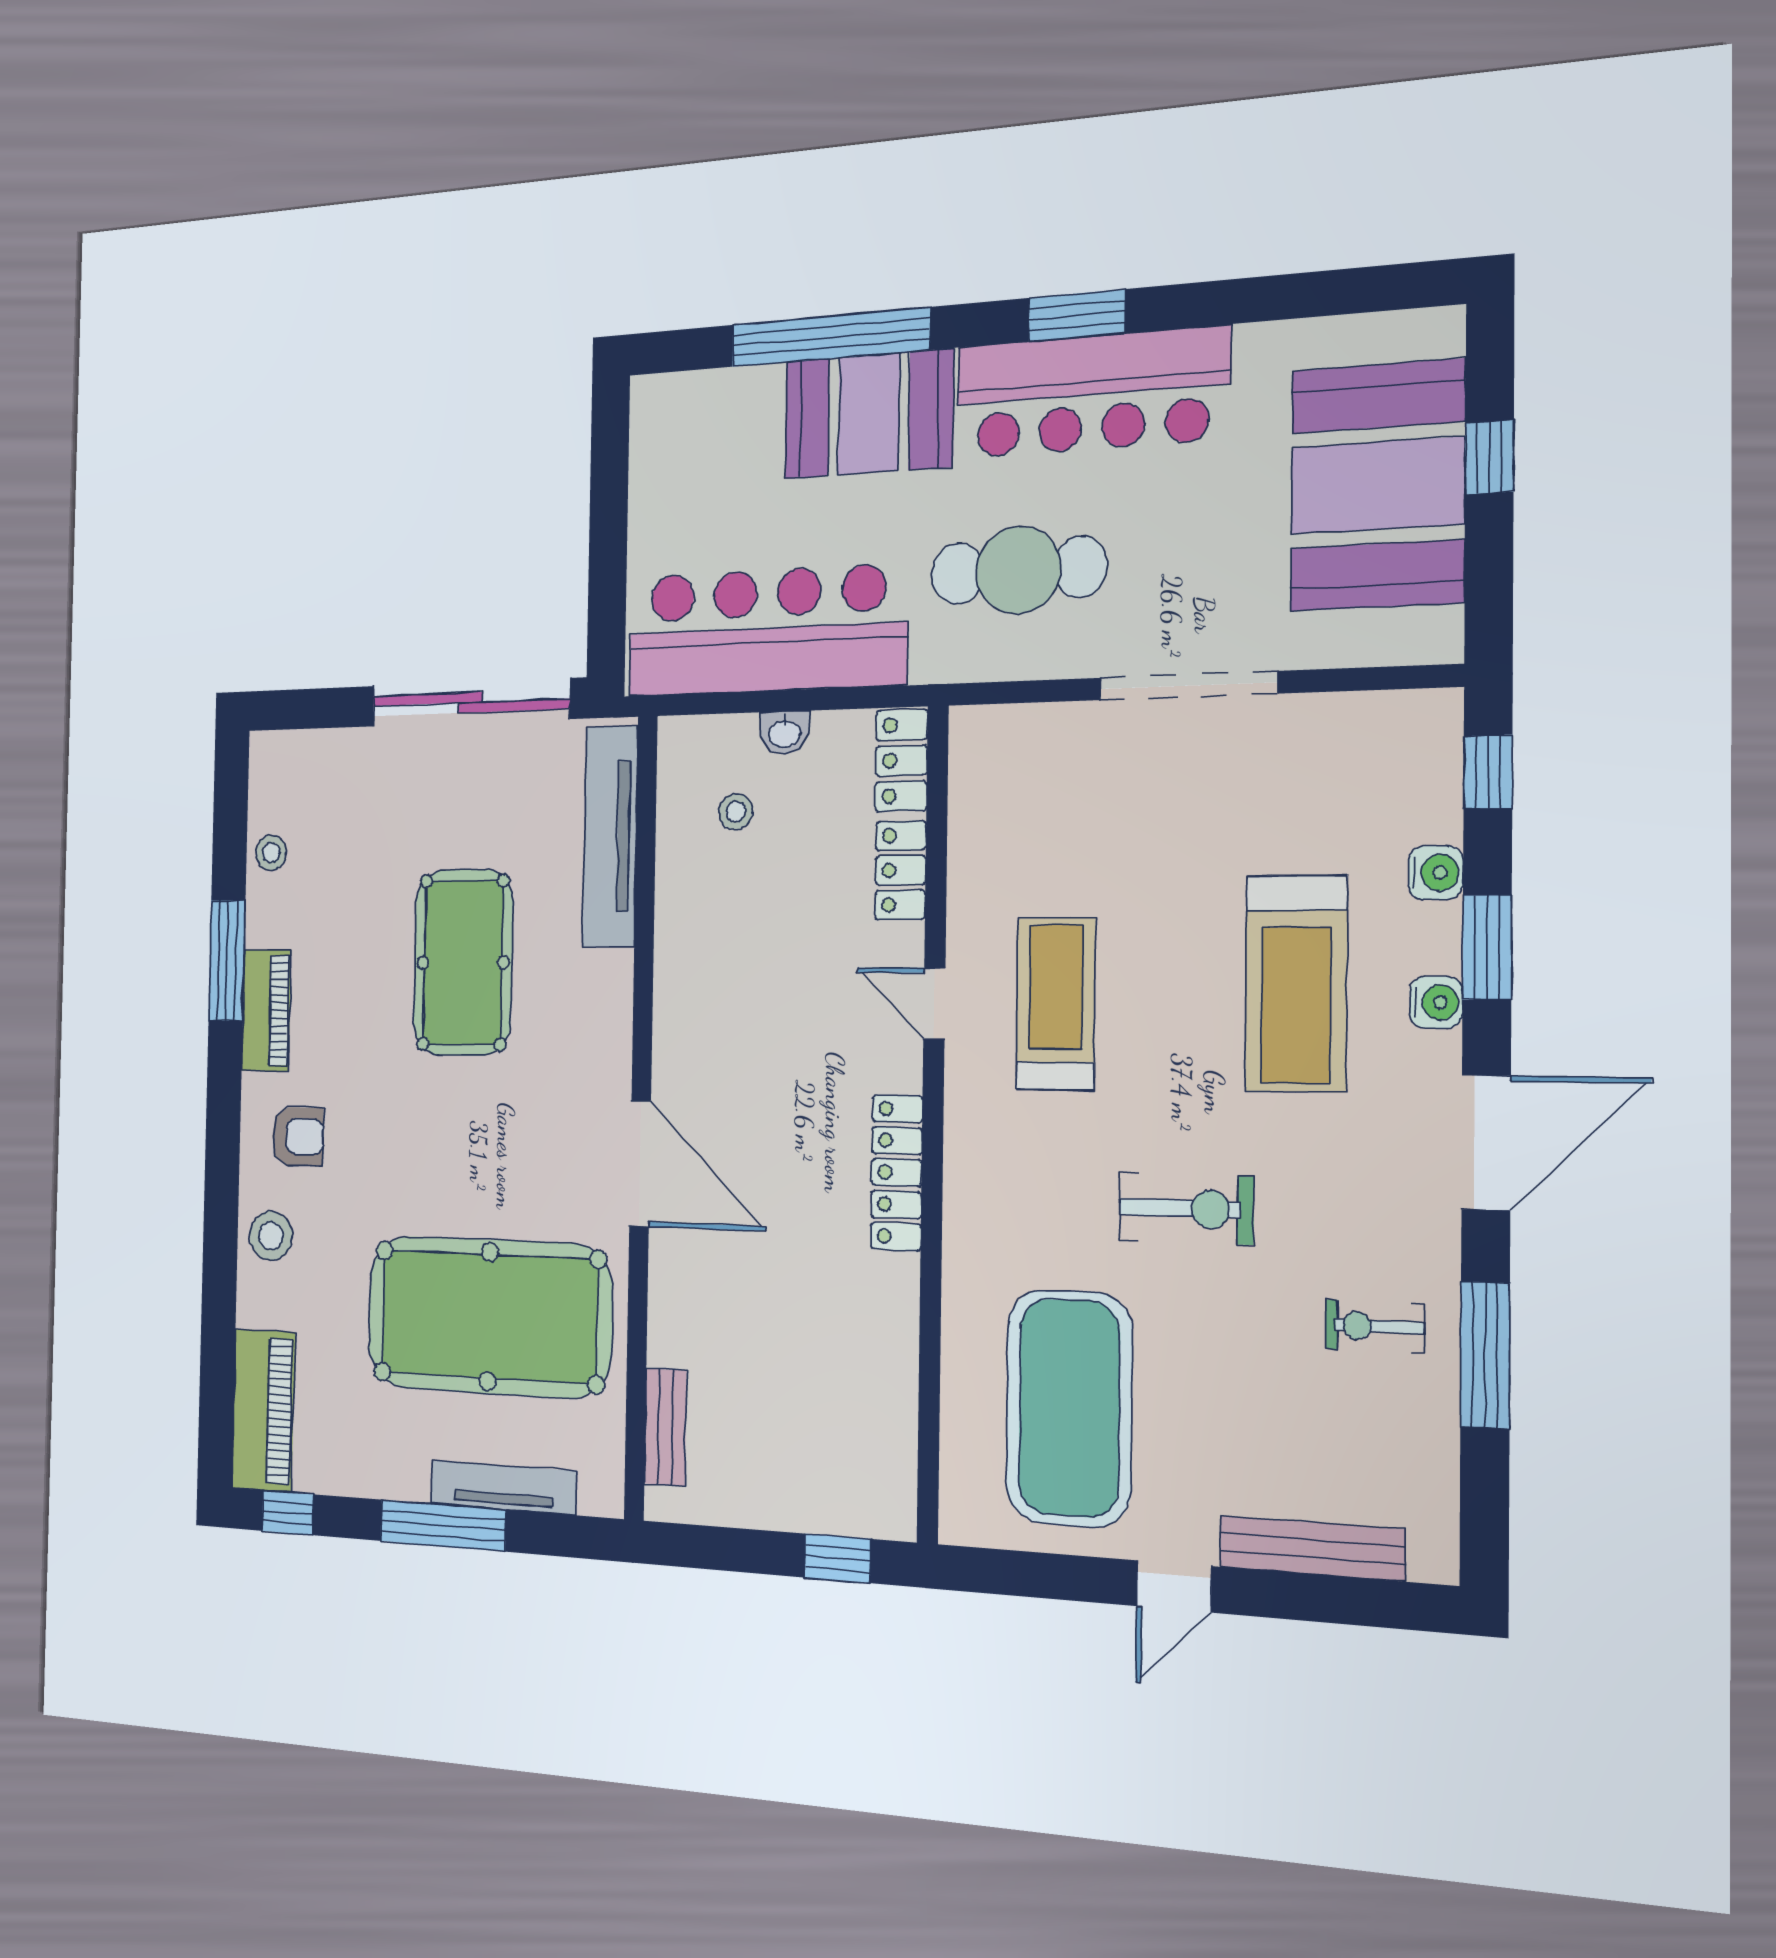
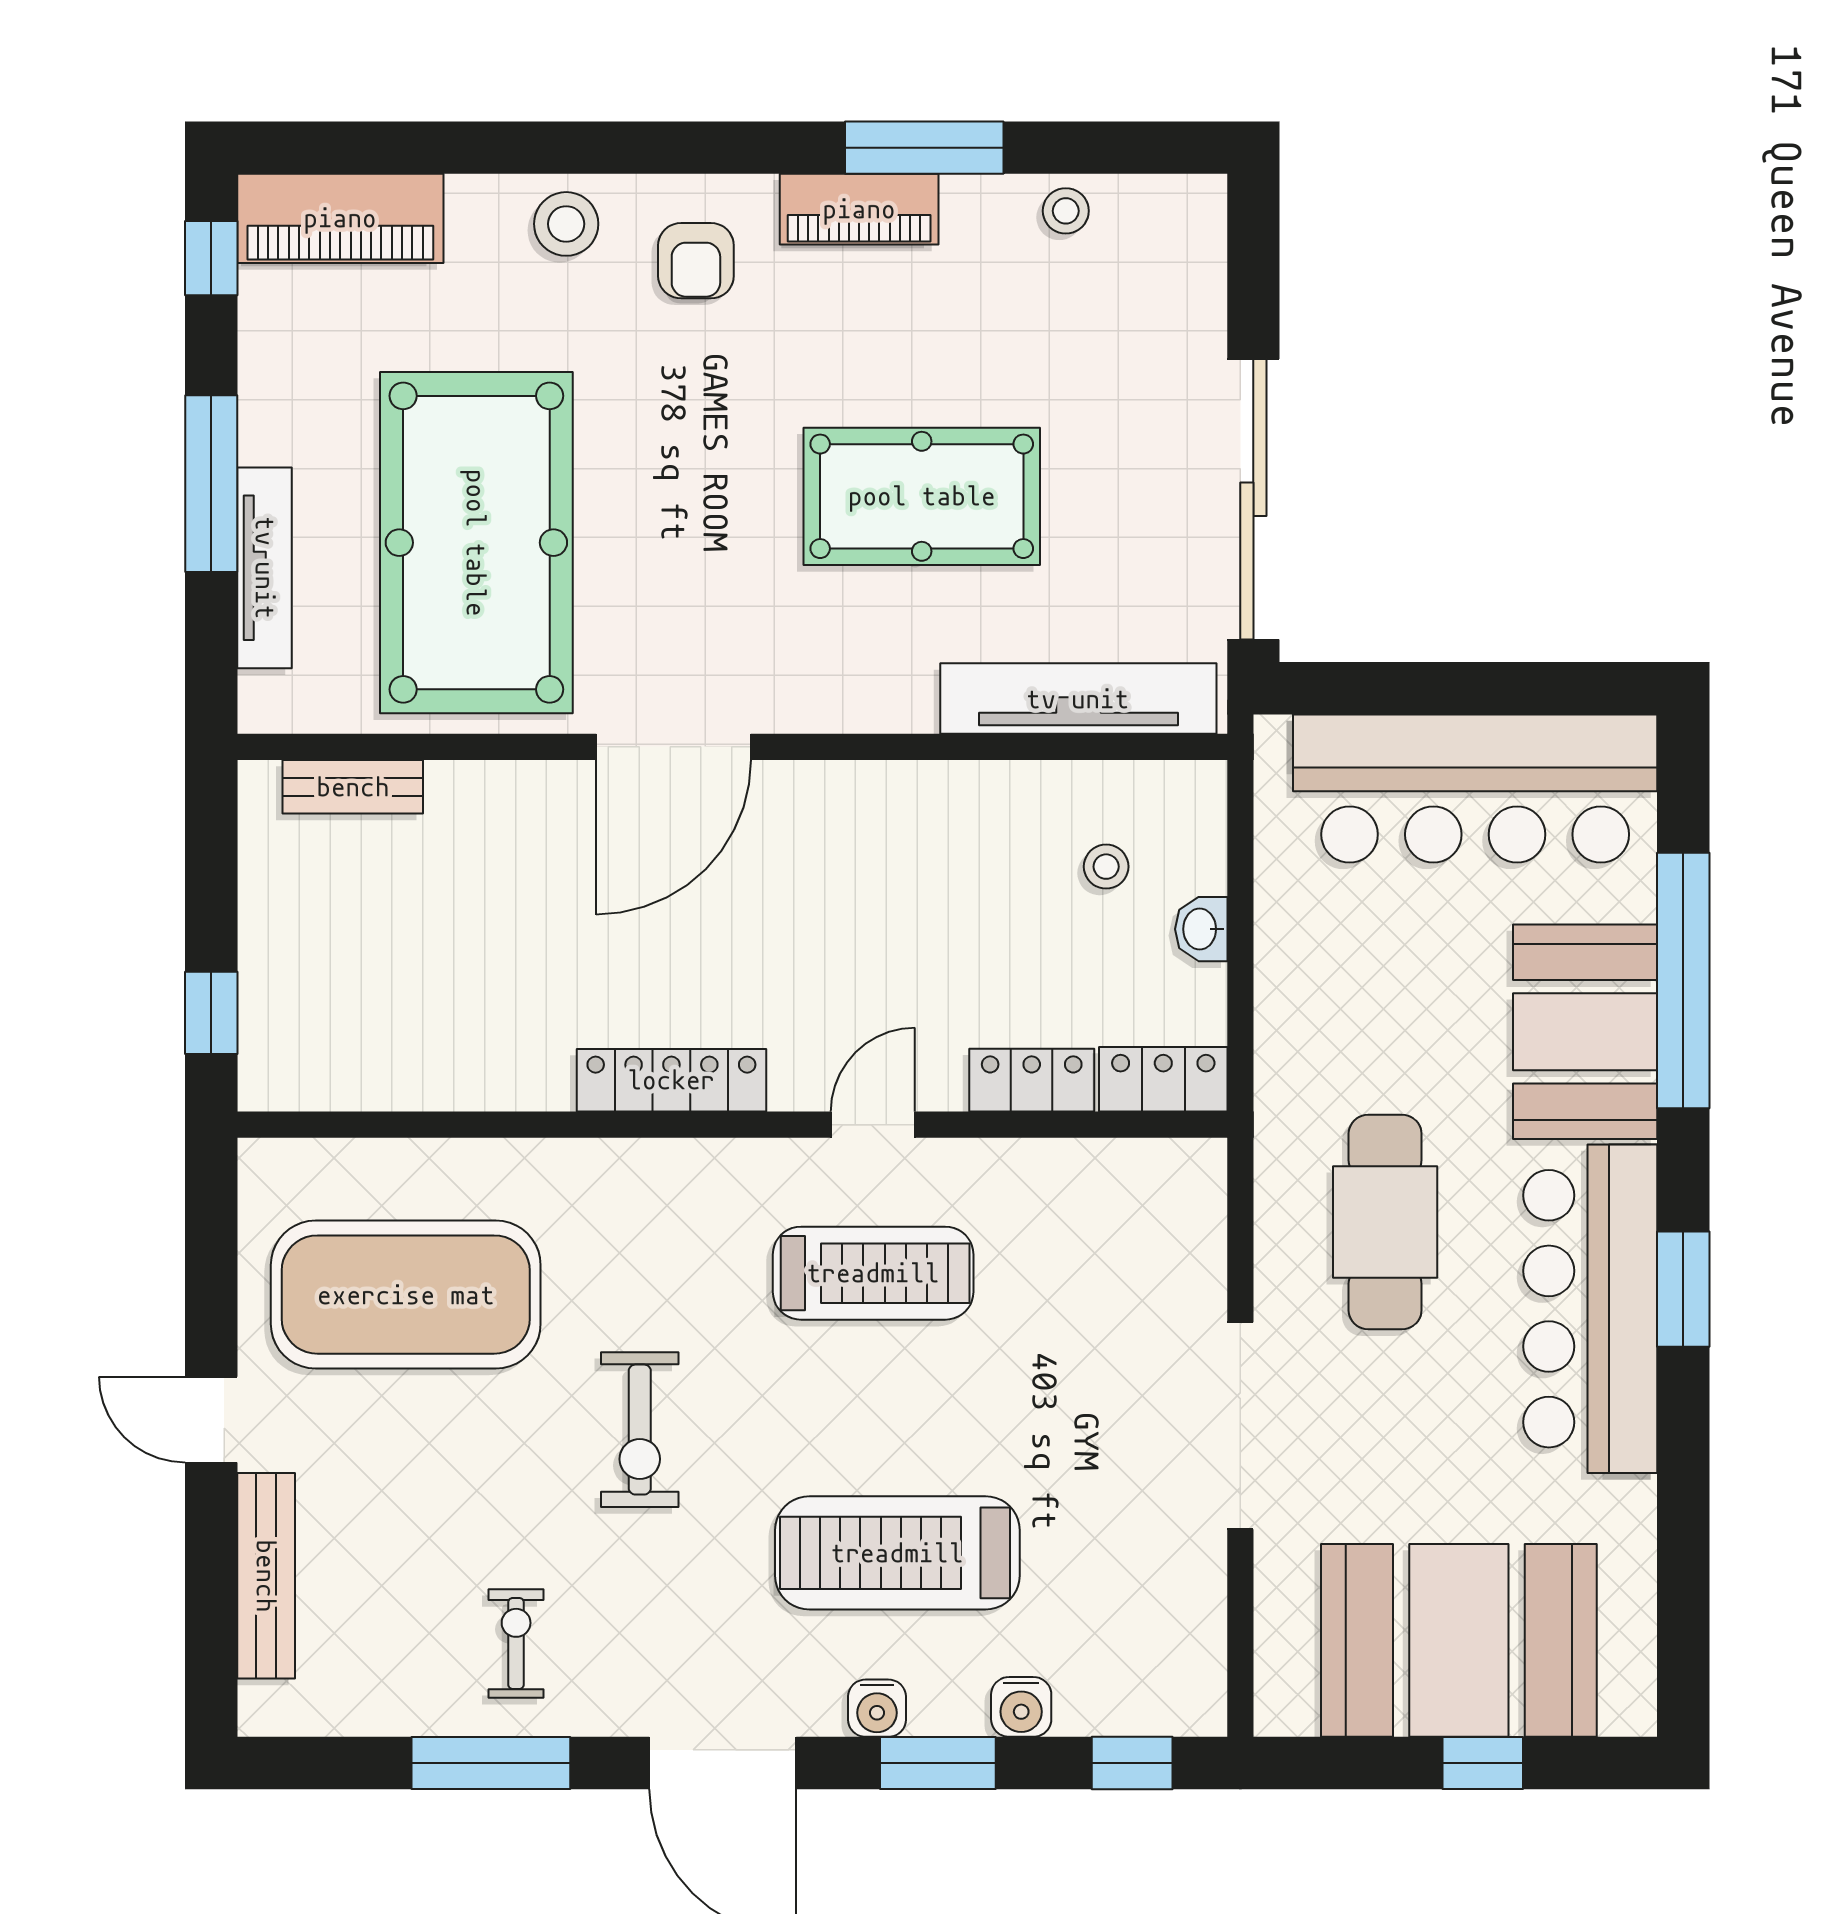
bar counter: (767, 631) -> (1475, 788), moved, turned 90

